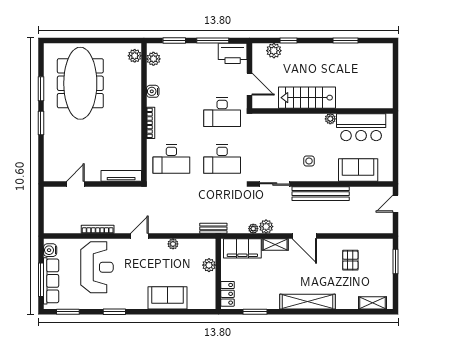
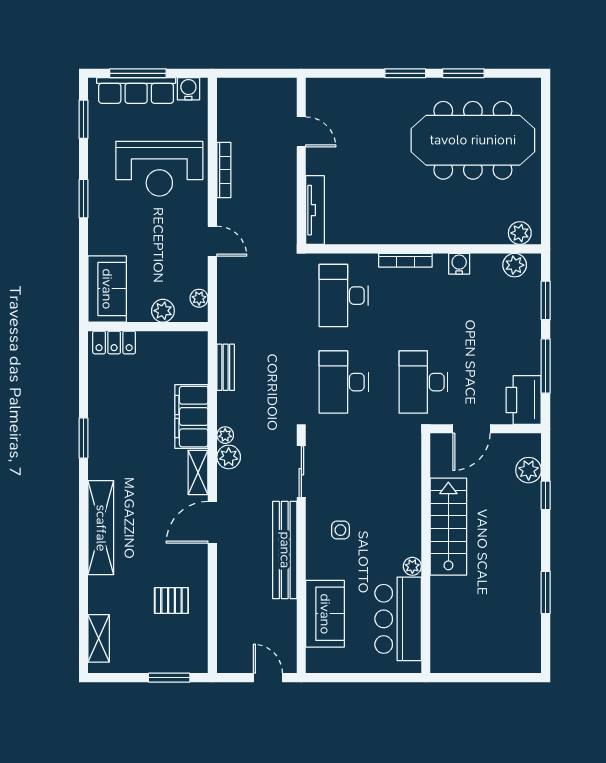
plant: (209, 265) -> (163, 311), moved
wall: (218, 274) -> (148, 327), moved
locker: (228, 294) -> (114, 342), moved

